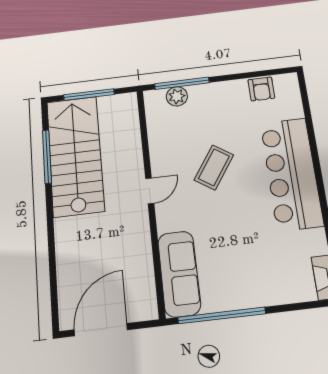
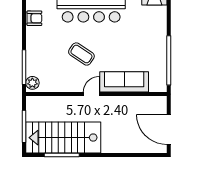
plant: (177, 96) -> (32, 83), moved
door: (150, 191) -> (91, 94), hinge flipped
sofa: (179, 274) -> (124, 82), moved

